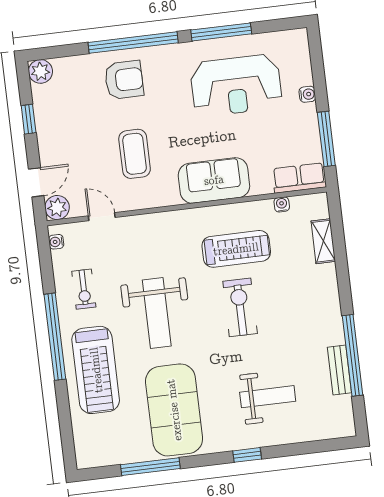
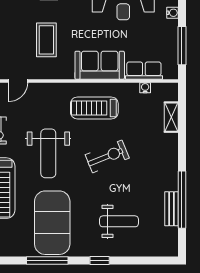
row of seats: (299, 178) -> (144, 71), moved
door: (102, 217) -> (18, 81), swing flipped
treadmill: (236, 249) -> (94, 108), moved, turned 180
exercise bike: (240, 307) -> (107, 156), turned 68
window: (150, 467) -> (47, 260), moved

